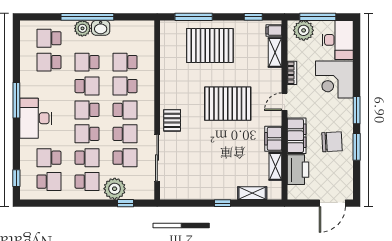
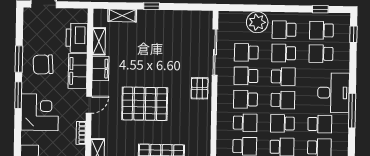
corner desk: (334, 79) -> (40, 112), moved
school desk: (49, 86) -> (320, 124), added
school desk: (49, 158) -> (321, 54), turned 180
window: (126, 203) -> (320, 9), moved

